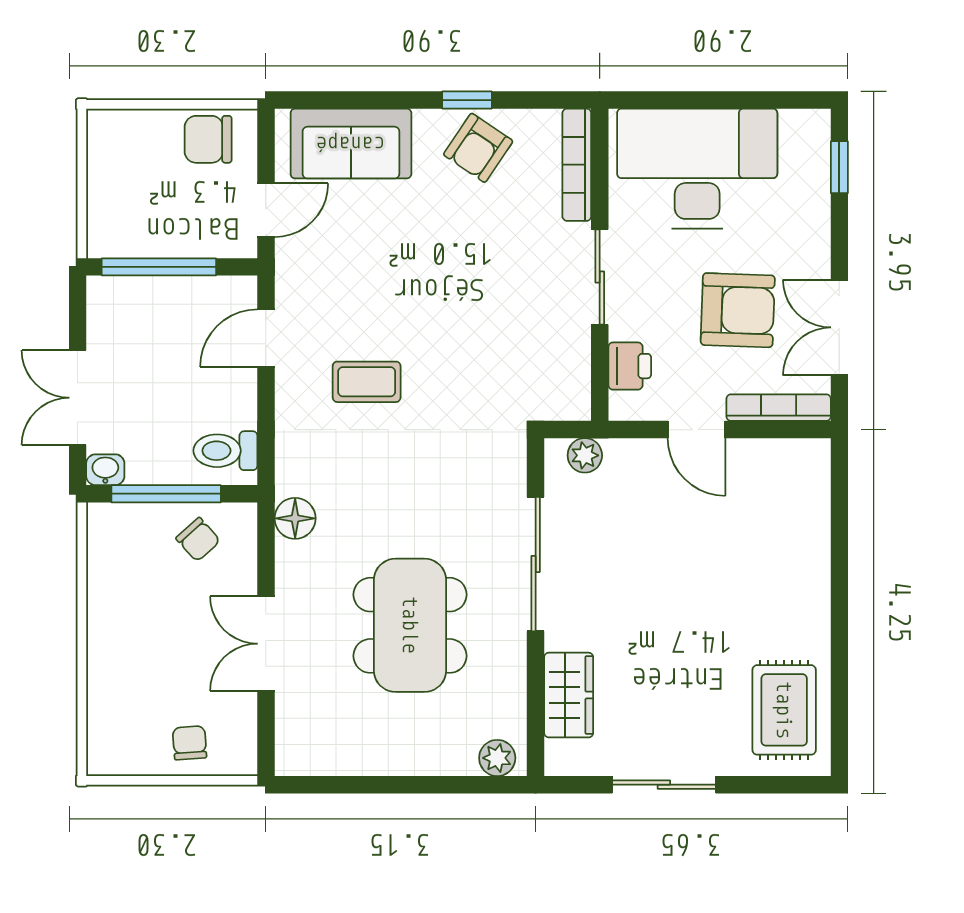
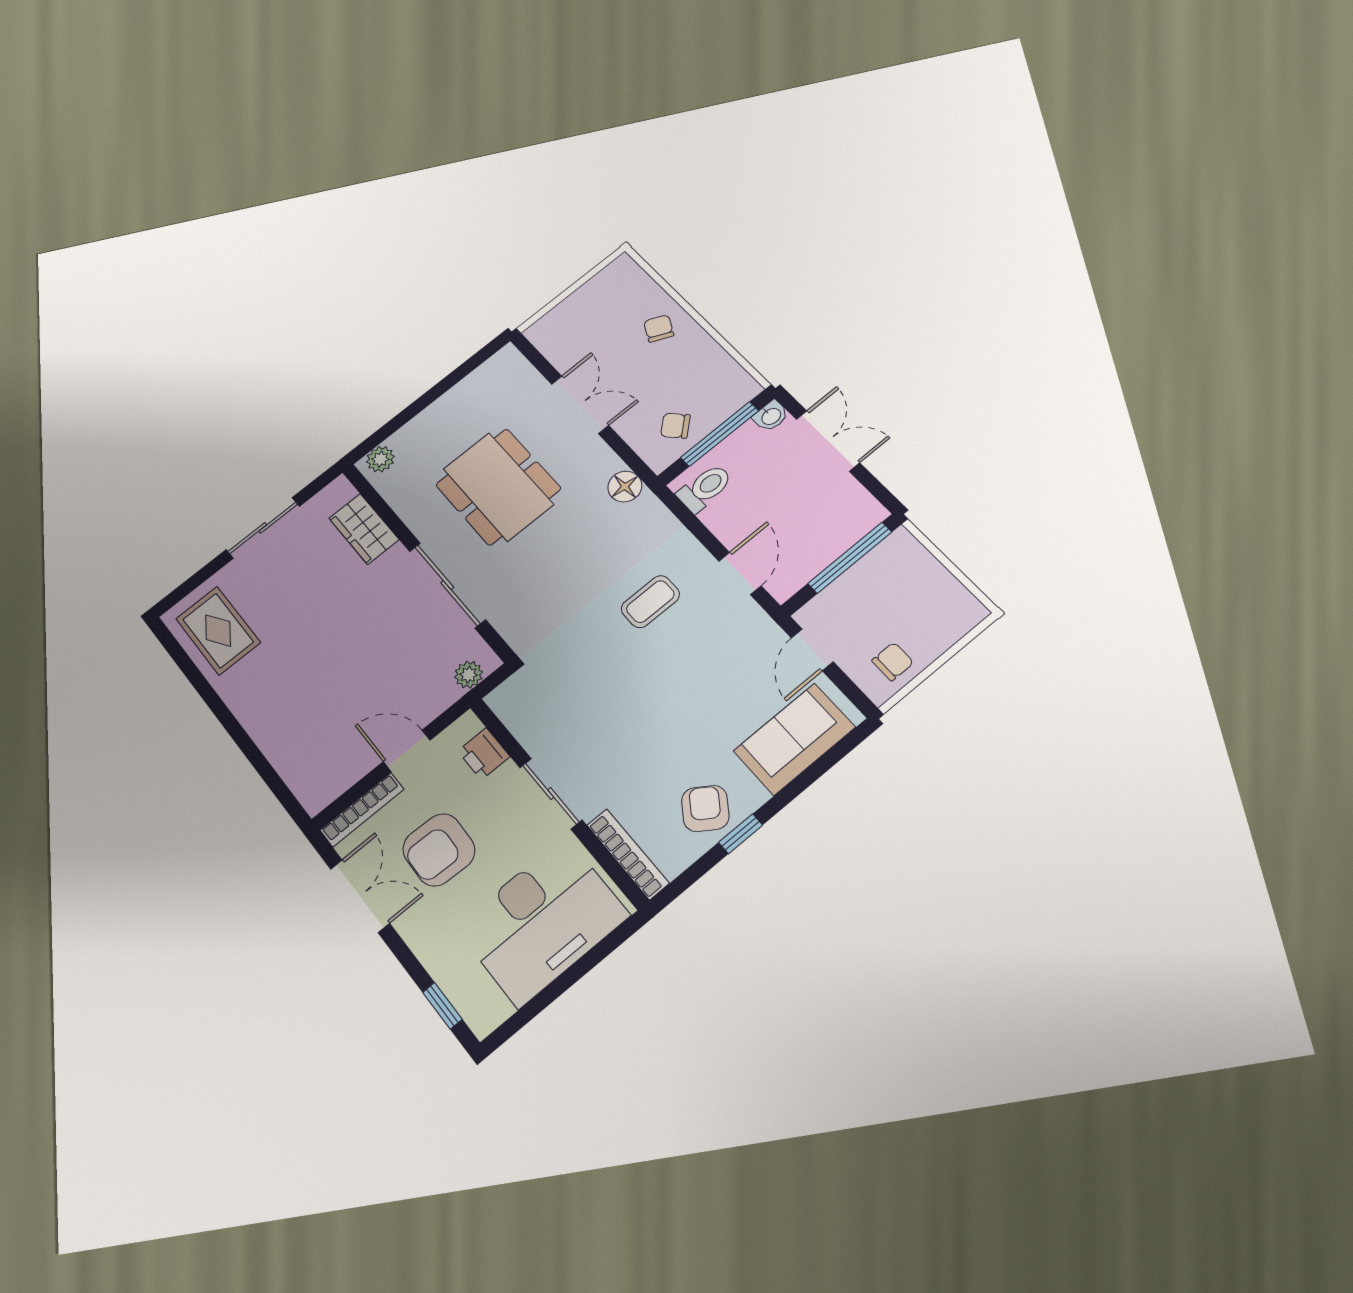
chair: (208, 139) -> (893, 662), width x0.73, depth x0.73
chair: (190, 743) -> (659, 328), moved, turned -150

